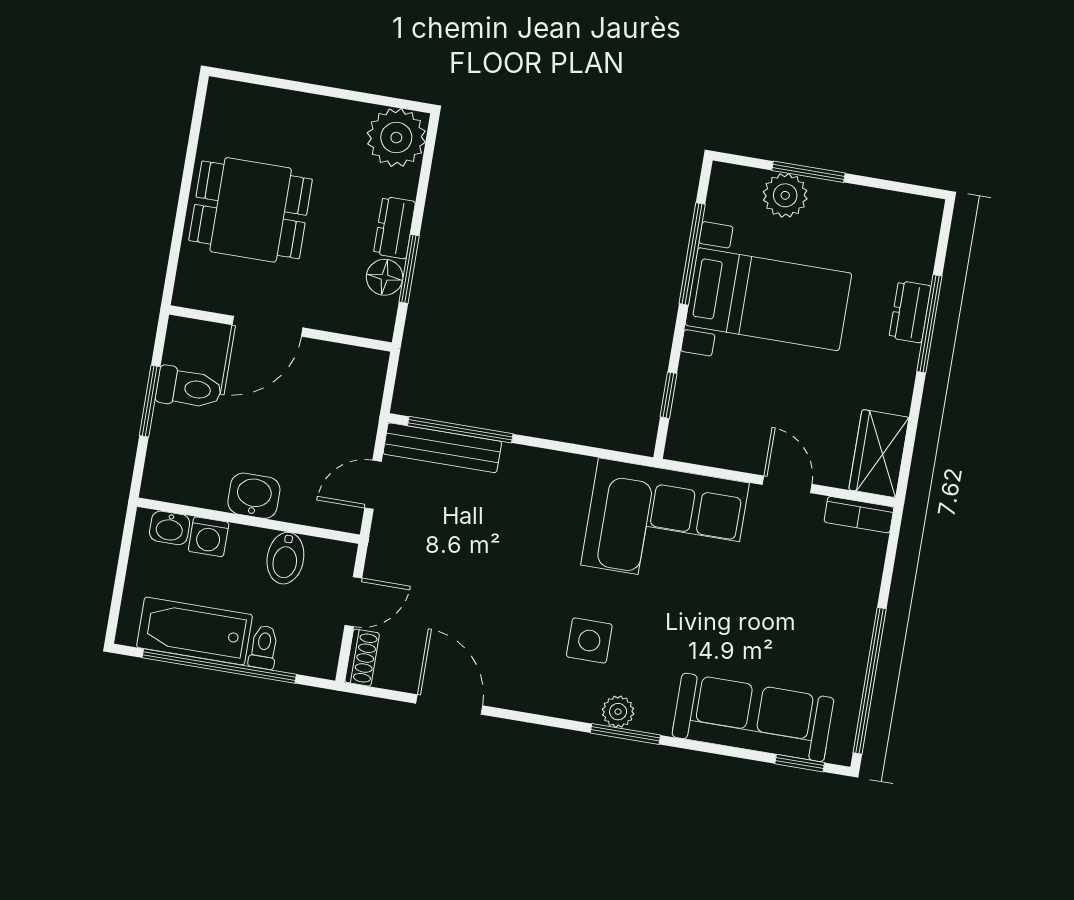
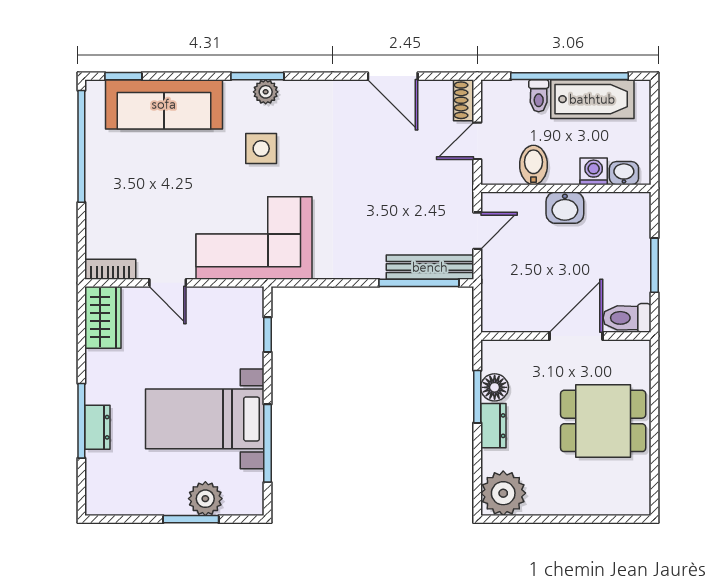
toilet: (189, 388) -> (627, 318), moved
side table: (589, 641) -> (261, 149), moved

